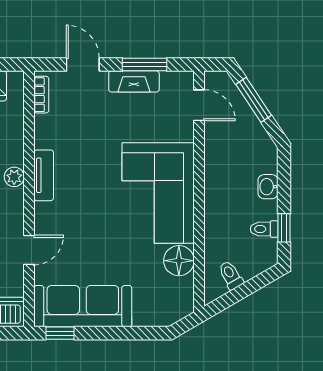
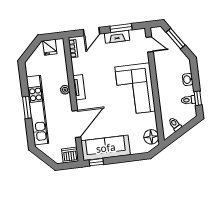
door: (83, 65) -> (91, 32), swing flipped
door: (29, 250) -> (76, 124), width x1.87
floor lamp: (179, 261) -> (151, 137), moved

